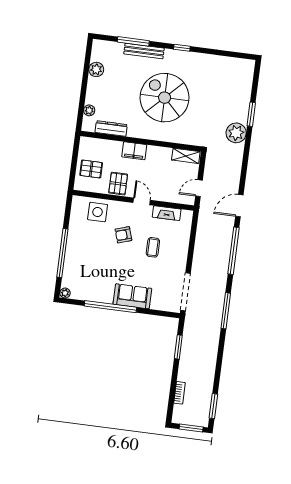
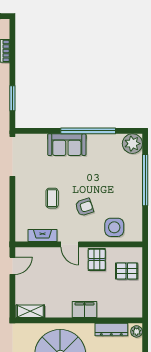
dresser: (111, 128) -> (111, 329), moved
wall: (141, 141) -> (79, 320), moved
filing cabinet: (134, 151) -> (84, 310), moved
shelving: (186, 156) -> (30, 311), moved
plant: (65, 293) -> (132, 144), width x1.88, depth x1.88

